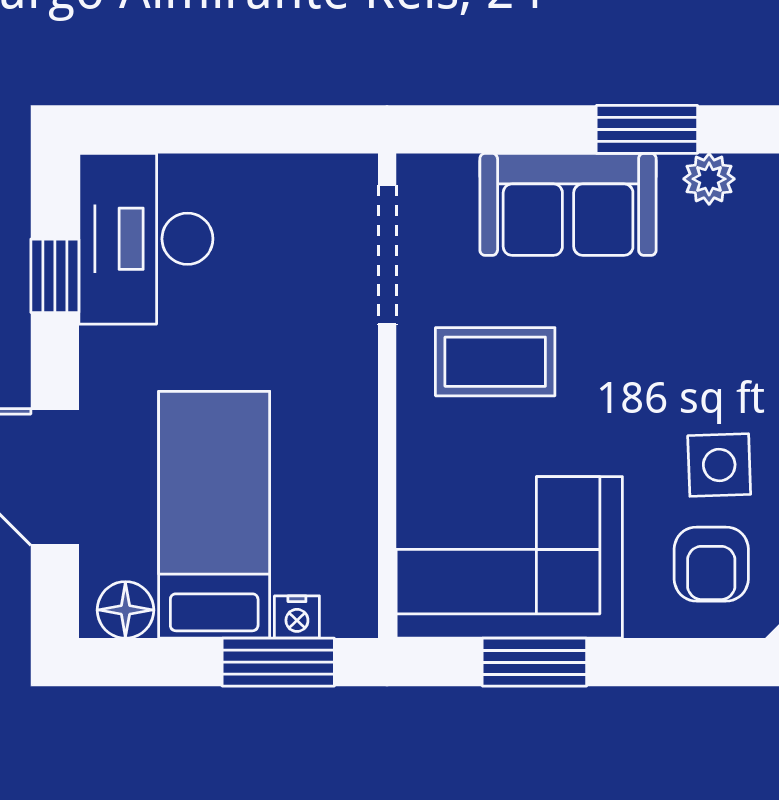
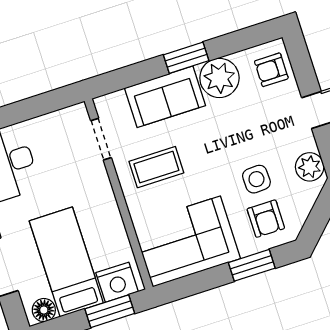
plant: (709, 179) -> (219, 78), width x1.88, depth x1.88
doorway: (387, 255) -> (101, 139), width x0.73
nightstand: (297, 617) -> (117, 282), width x1.89, depth x1.79
window: (534, 662) -> (252, 265), moved

